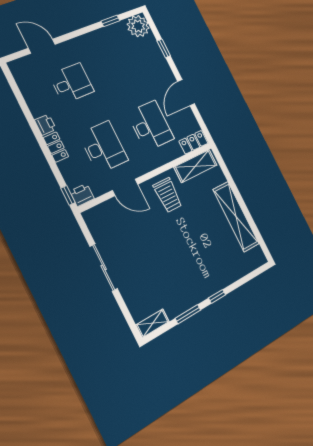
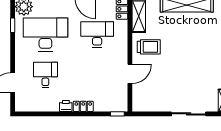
desk: (103, 147) -> (45, 34), moved, width x1.36, depth x1.30
printer: (82, 195) -> (121, 105), removed
sliding door: (104, 268) -> (189, 114), moved

